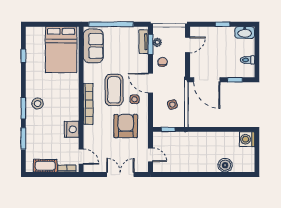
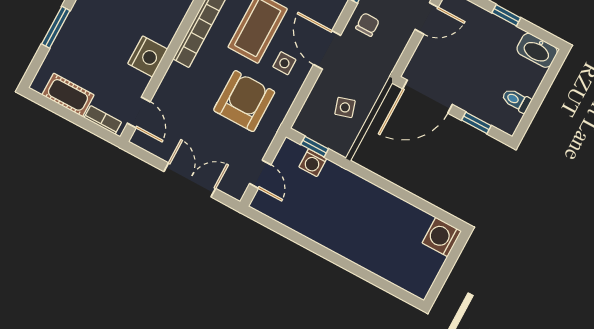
door: (207, 80) -> (428, 97), hinge flipped
washing machine: (171, 137) -> (313, 163), added
boiler: (225, 165) -> (380, 262), removed

